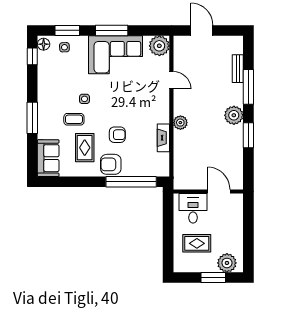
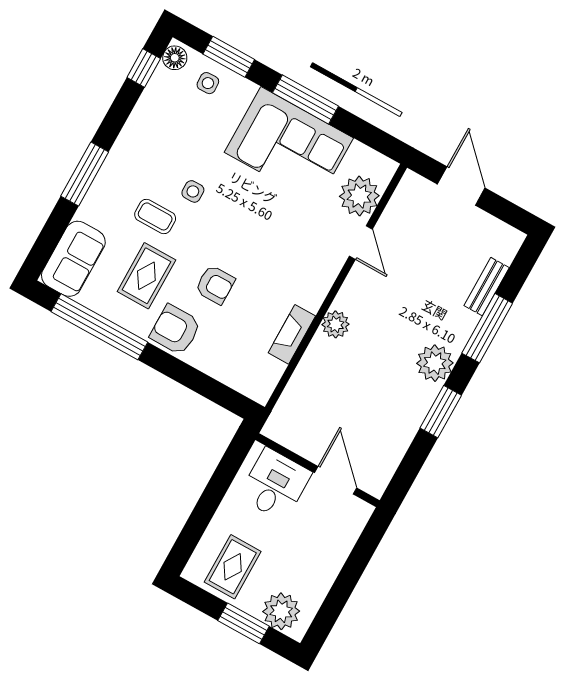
plant: (159, 46) -> (359, 196), moved
window: (131, 182) -> (99, 327), moved
rug: (197, 243) -> (233, 567), moved, turned 90

